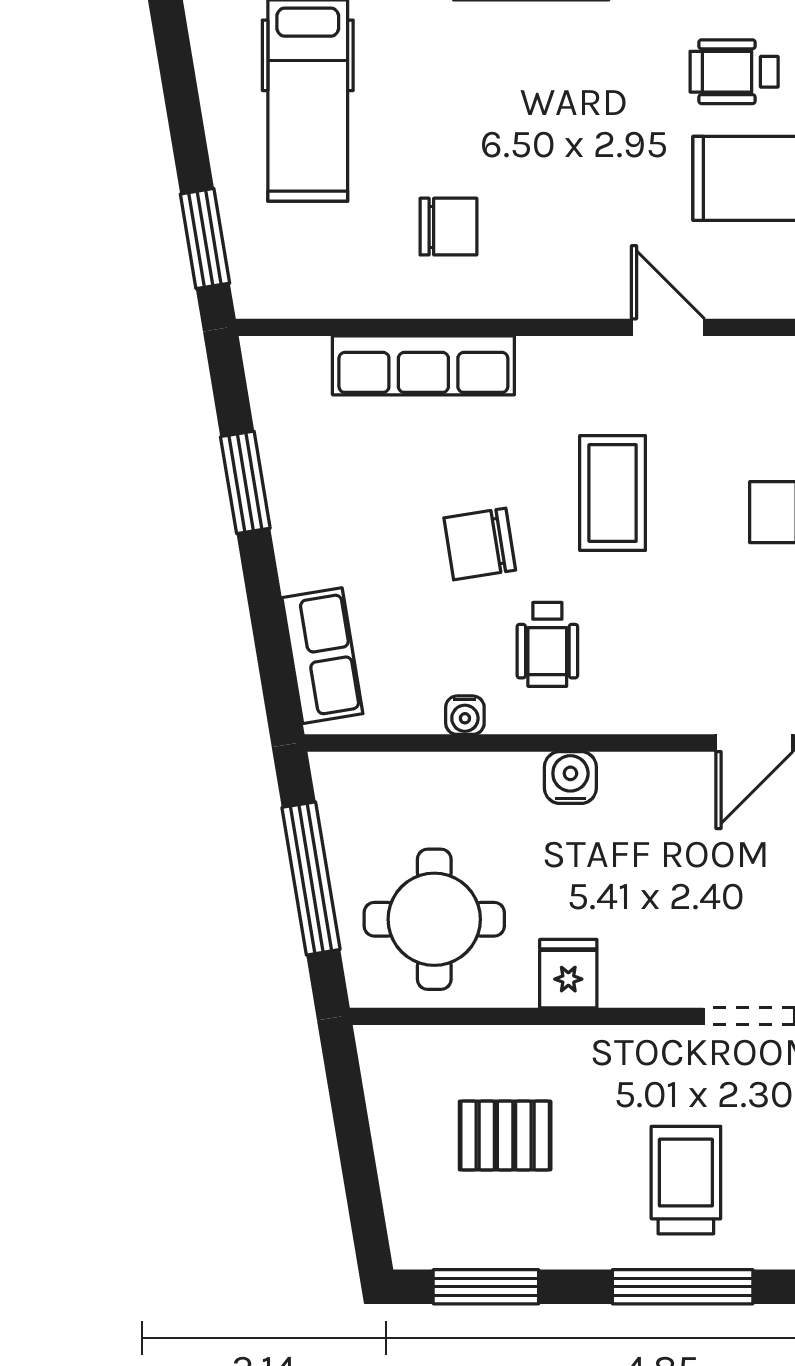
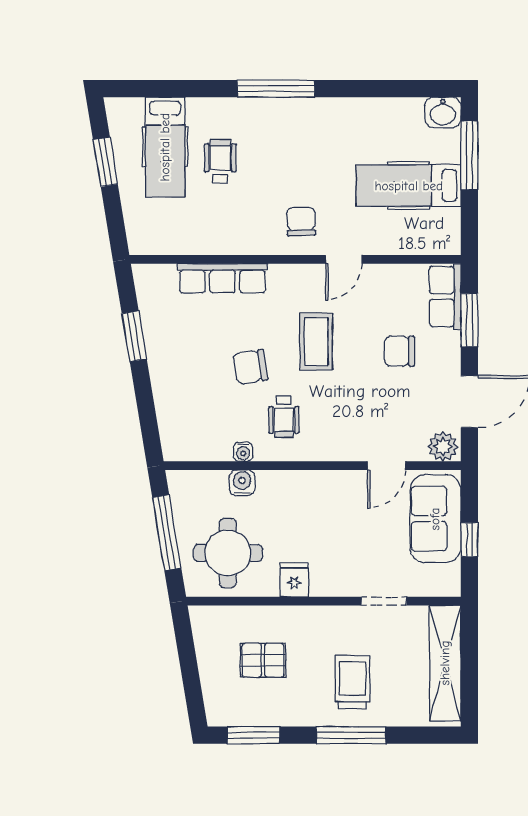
wheelchair: (734, 72) -> (220, 161), moved, turned 90
chair: (448, 227) -> (301, 222), moved, turned -92
window: (205, 239) -> (105, 162), moved
door: (668, 327) -> (344, 259), swing flipped
row of seats: (322, 656) -> (172, 422), removed
water cooler: (570, 778) -> (242, 483), moved

